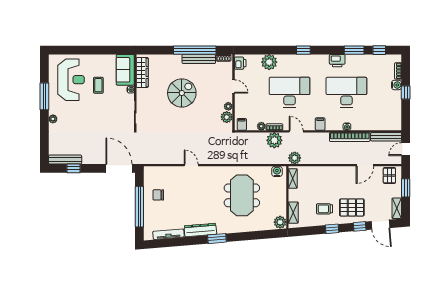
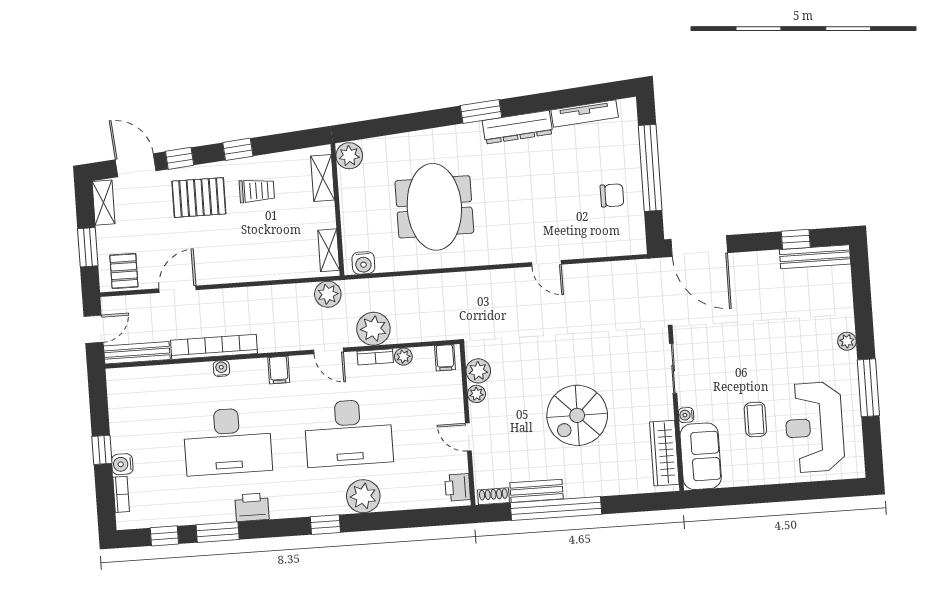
bench: (199, 59) -> (537, 491), width x0.73
plant: (269, 62) -> (363, 496), moved

